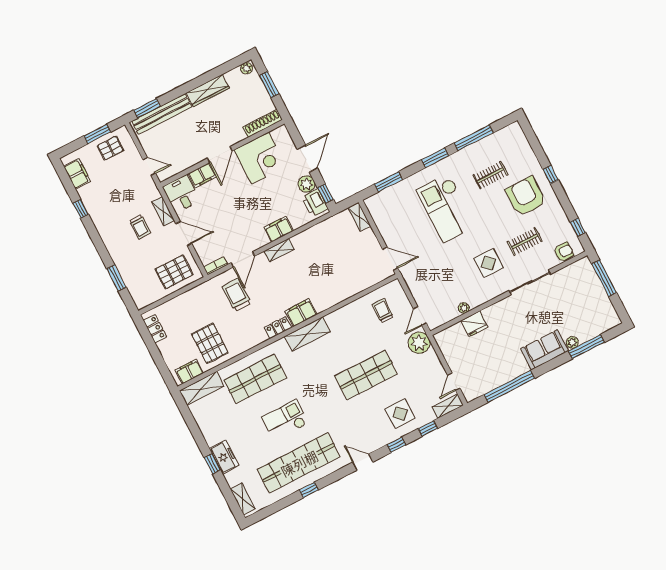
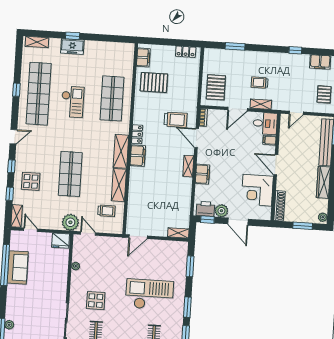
filing cabinet: (202, 175) -> (269, 140), width x0.50
fridge: (474, 324) -> (61, 241), moved, turned -90
sofa: (545, 350) -> (18, 267), moved
shelving: (202, 388) -> (119, 185), moved

